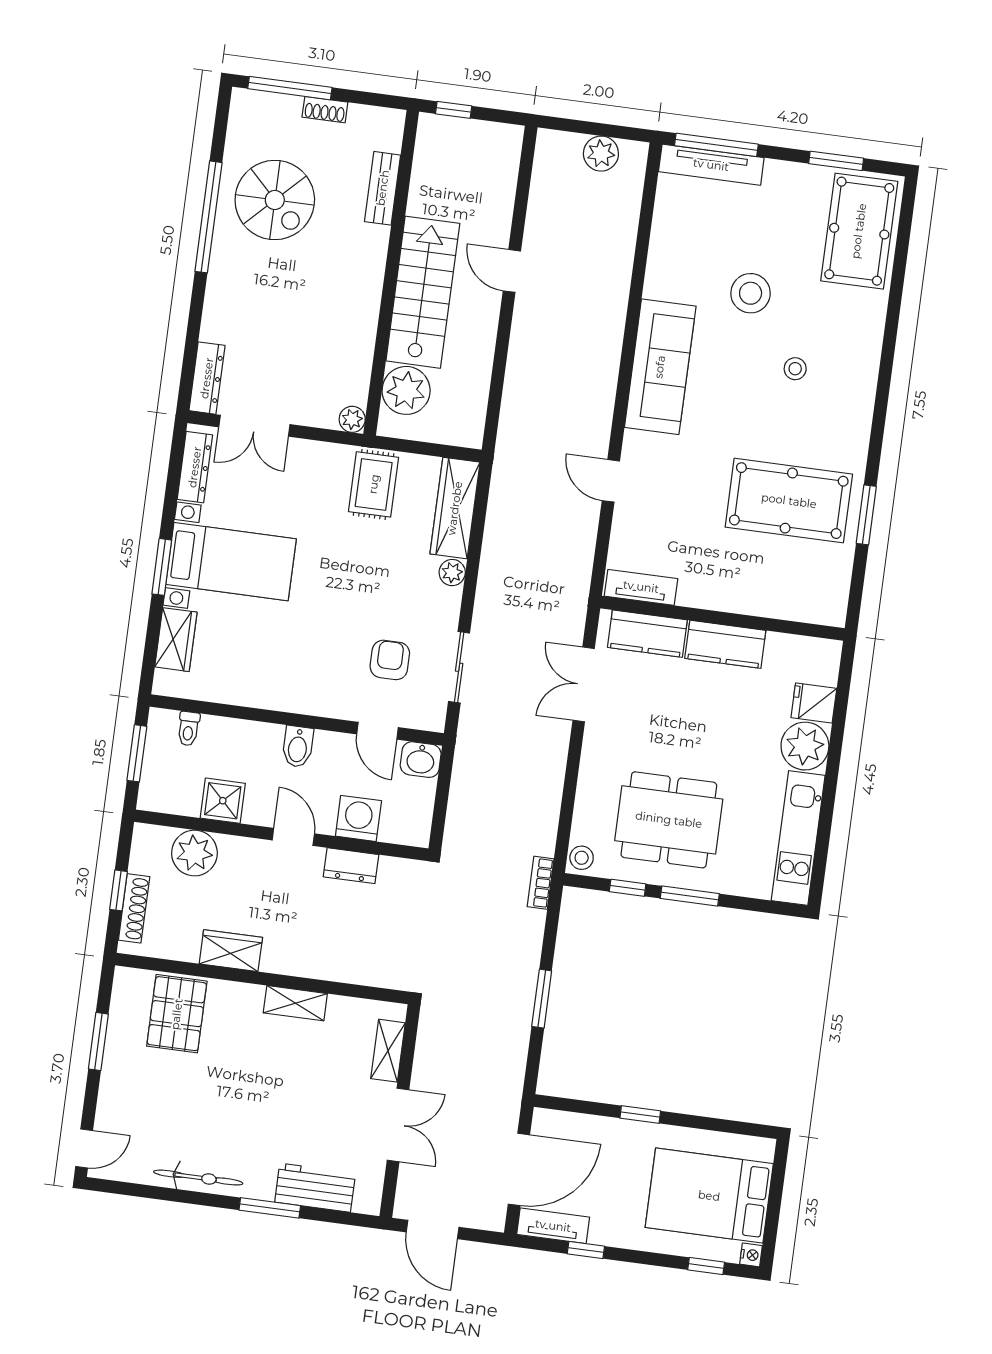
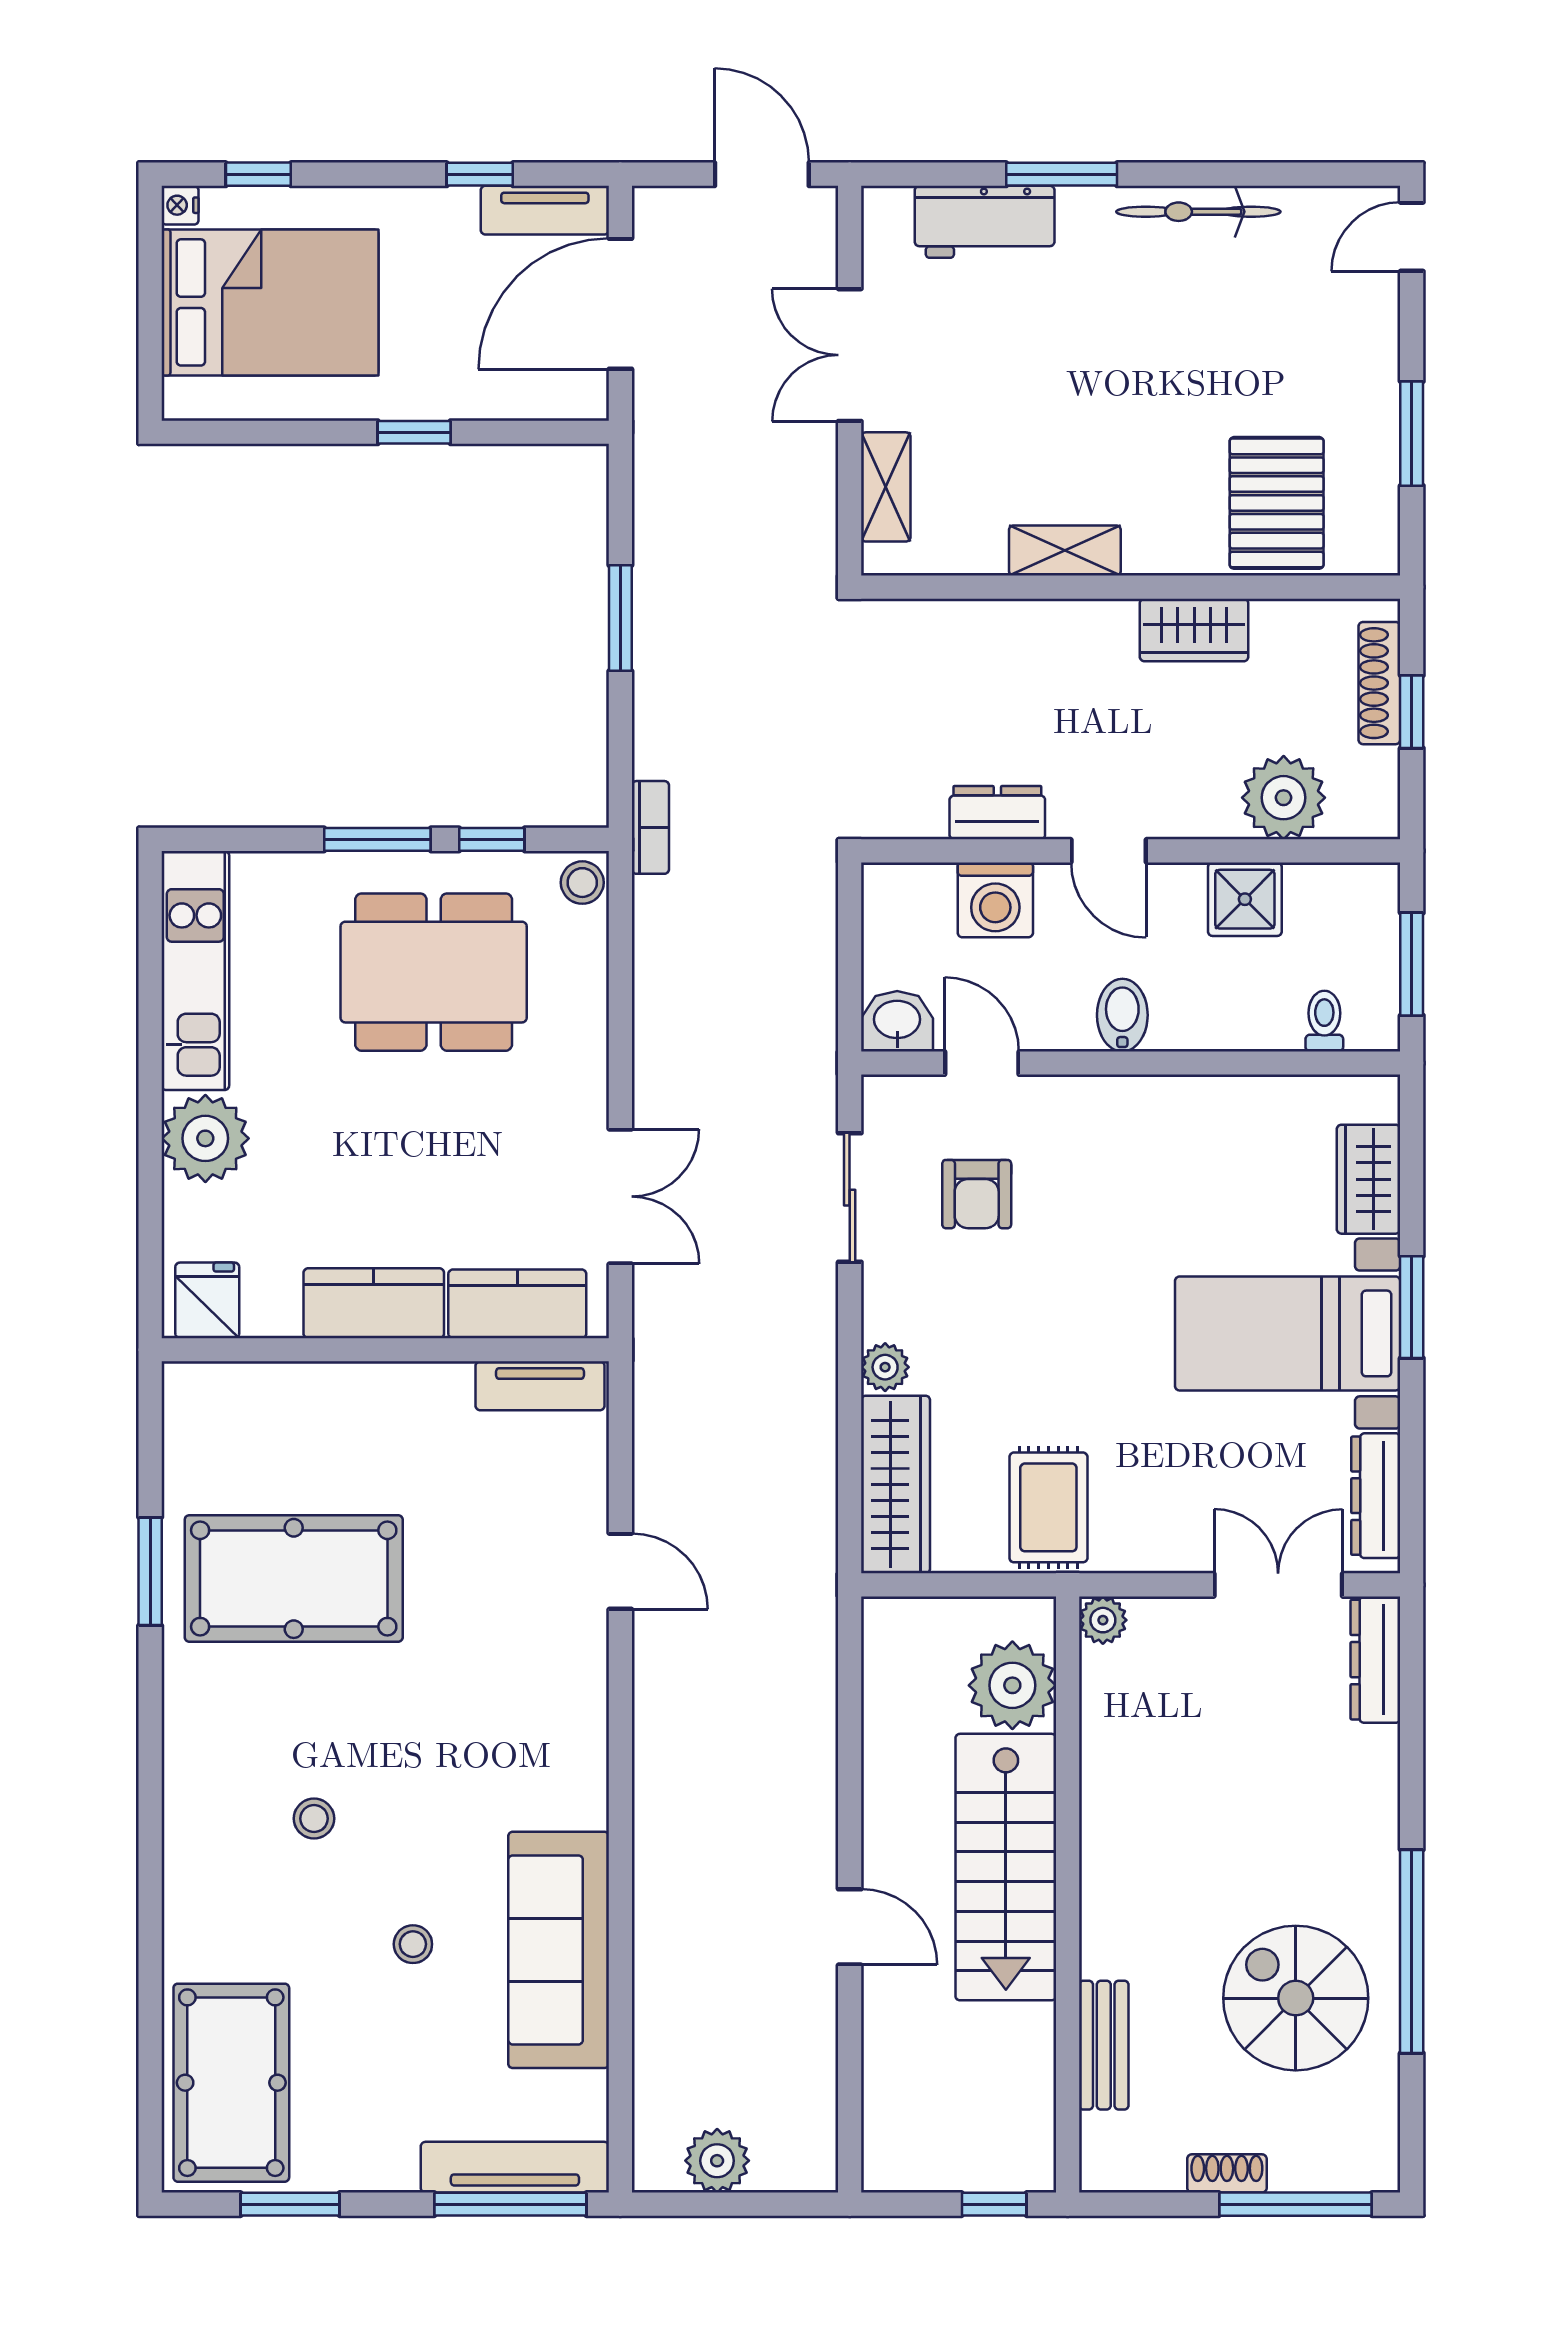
stool: (751, 293) -> (413, 1944), width x0.53, depth x0.53
sofa: (660, 367) -> (559, 1950), moved
fridge: (814, 703) -> (207, 1300), moved, turned -90

